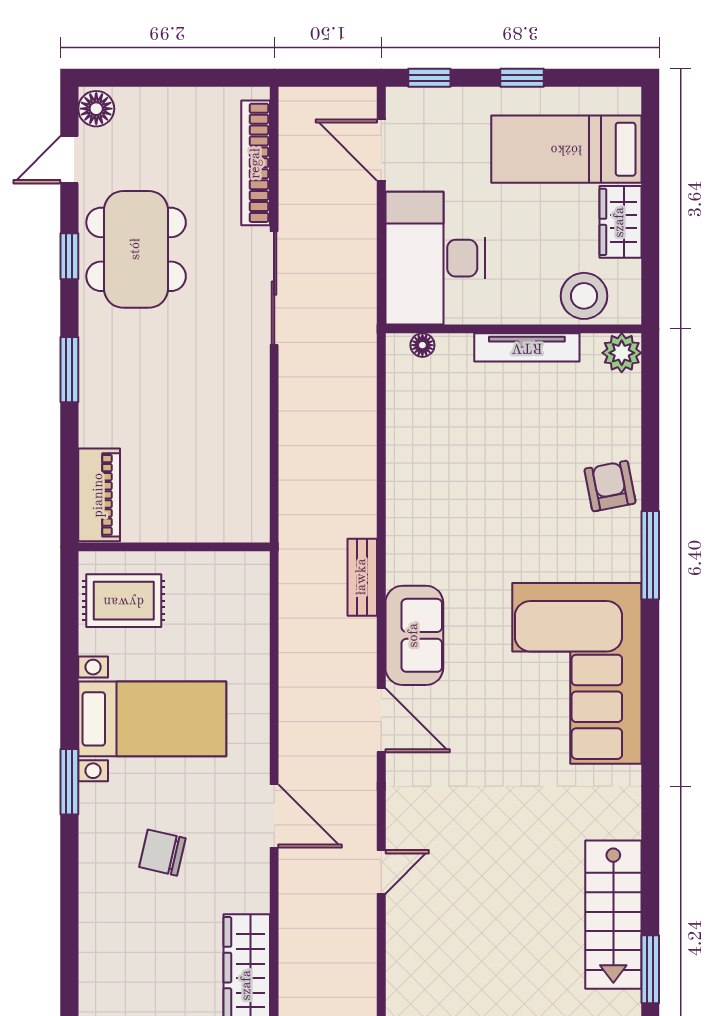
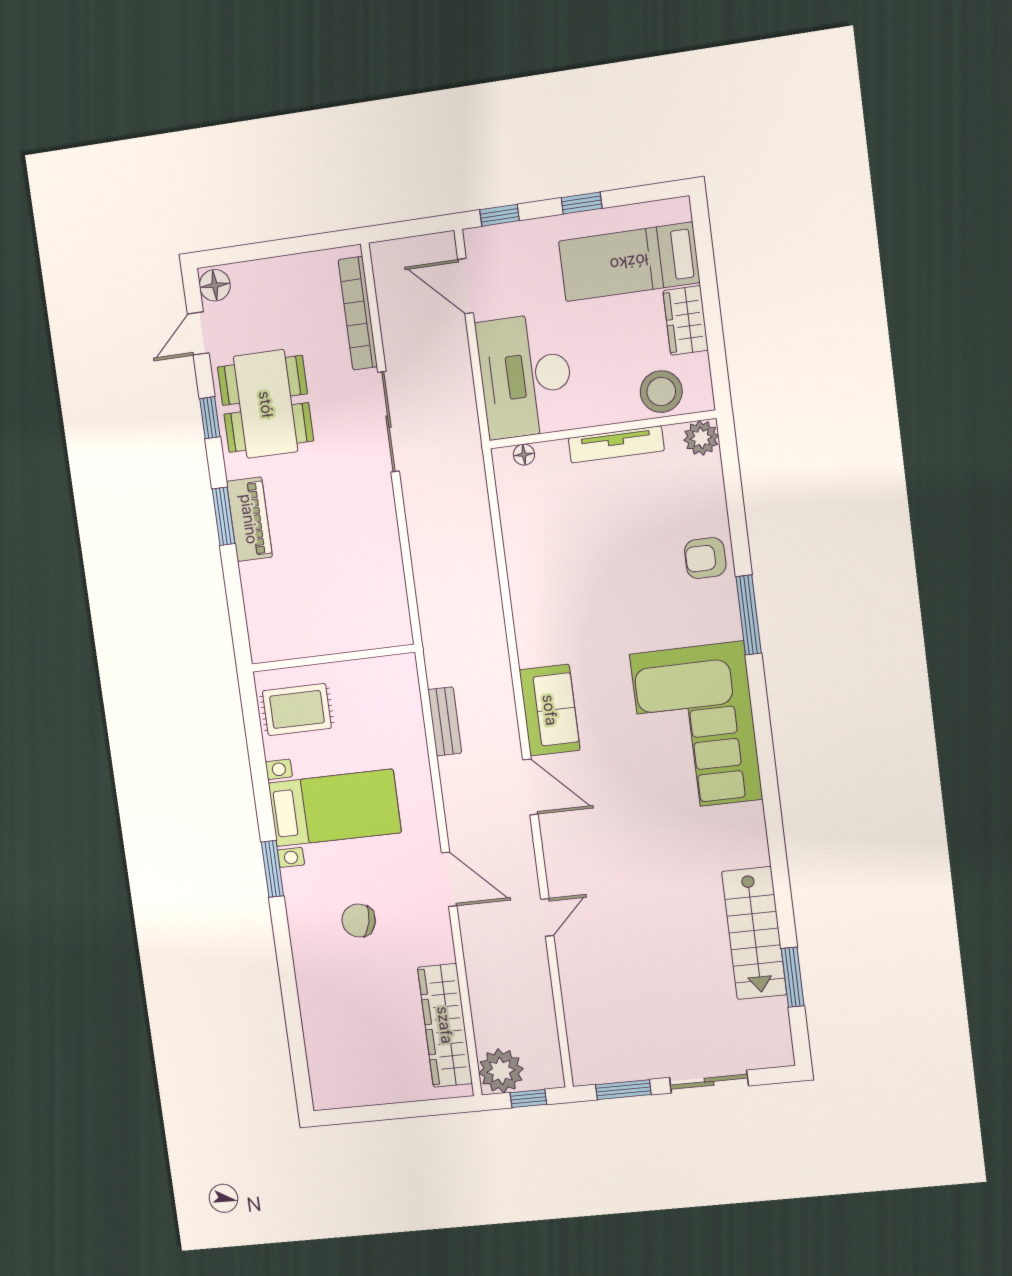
armchair: (610, 486) -> (705, 558), turned -79
piano: (99, 495) -> (249, 519), moved
bench: (362, 577) -> (445, 721), moved

